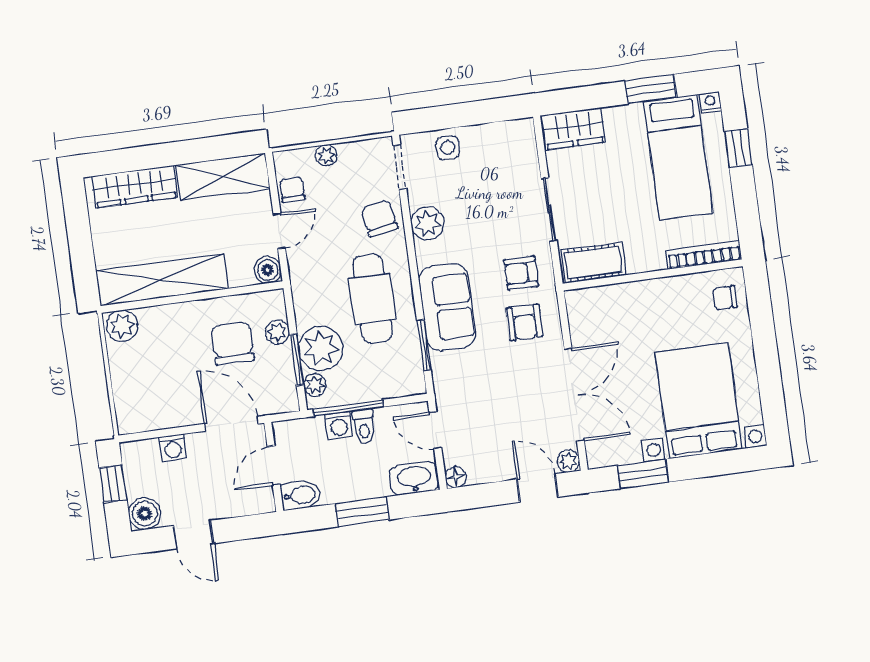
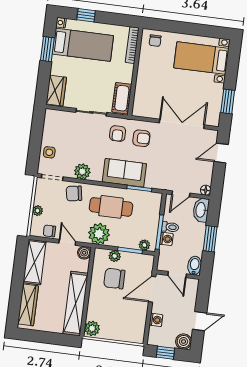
plant: (321, 348) -> (99, 234), moved
bed with nightstands: (699, 401) -> (201, 58), width x0.73
plant: (568, 461) -> (212, 135), removed

